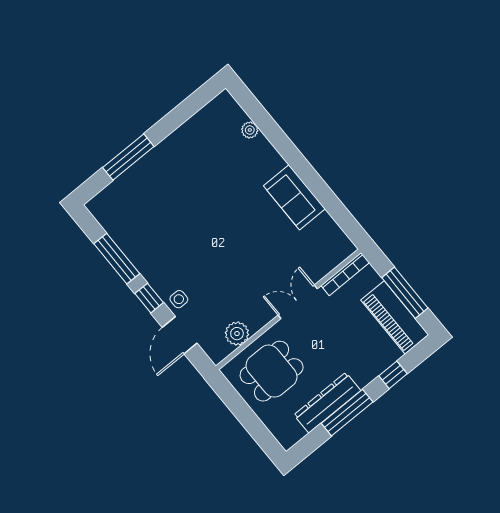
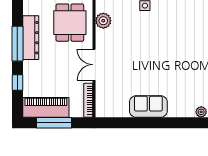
double door: (298, 302) -> (94, 65), swing flipped

